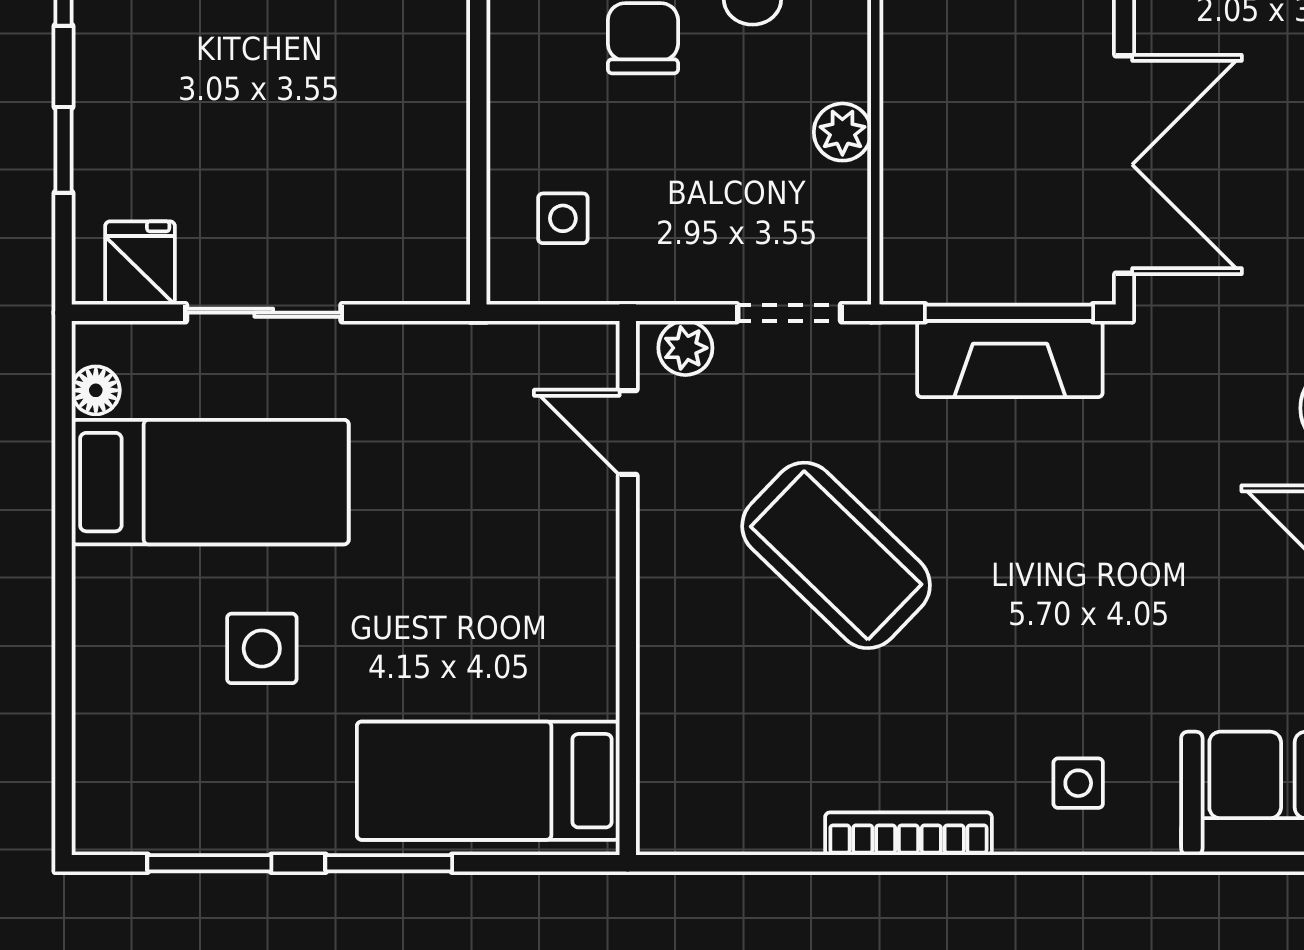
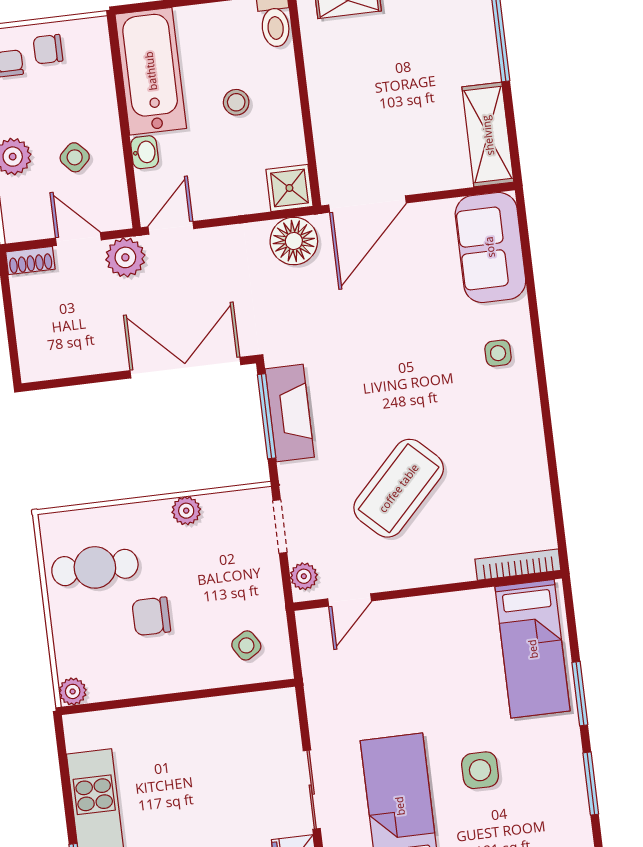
side table: (563, 218) -> (246, 645), turned -32
bookcase: (908, 834) -> (518, 565), moved, turned 90

